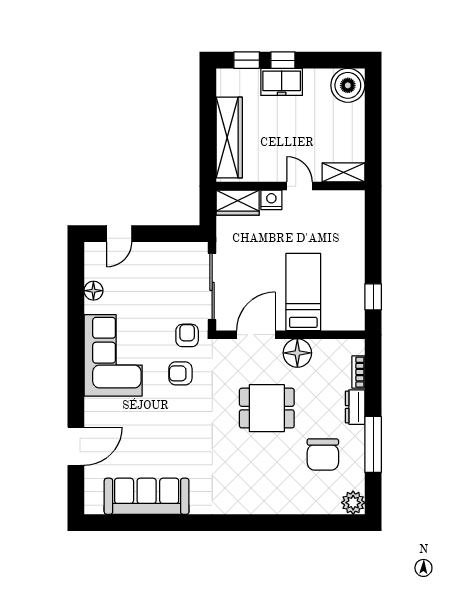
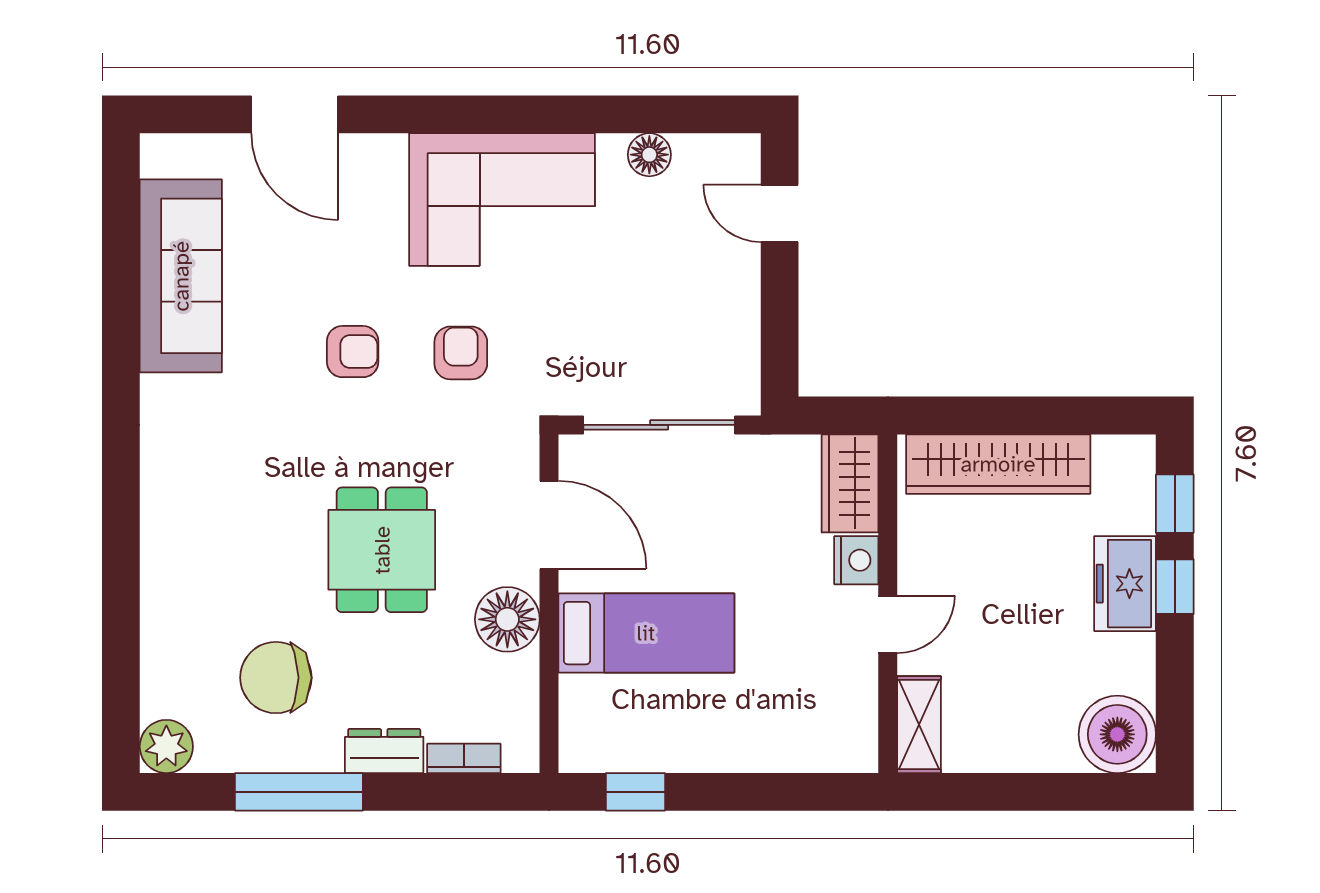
armchair: (187, 335) -> (353, 352), moved

